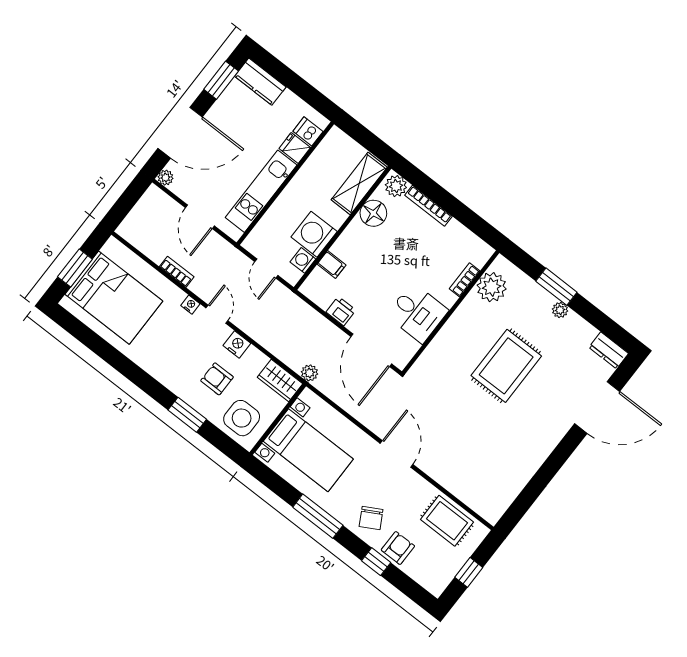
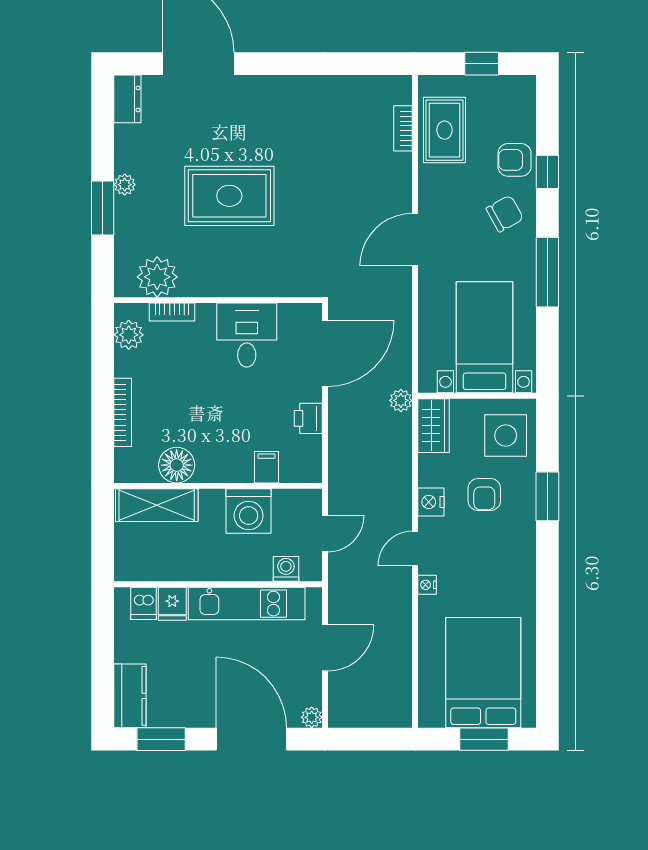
plant: (396, 186) -> (129, 335), moved
washing machine: (303, 260) -> (286, 569), moved, turned 180
bookcase: (177, 272) -> (403, 128), moved

